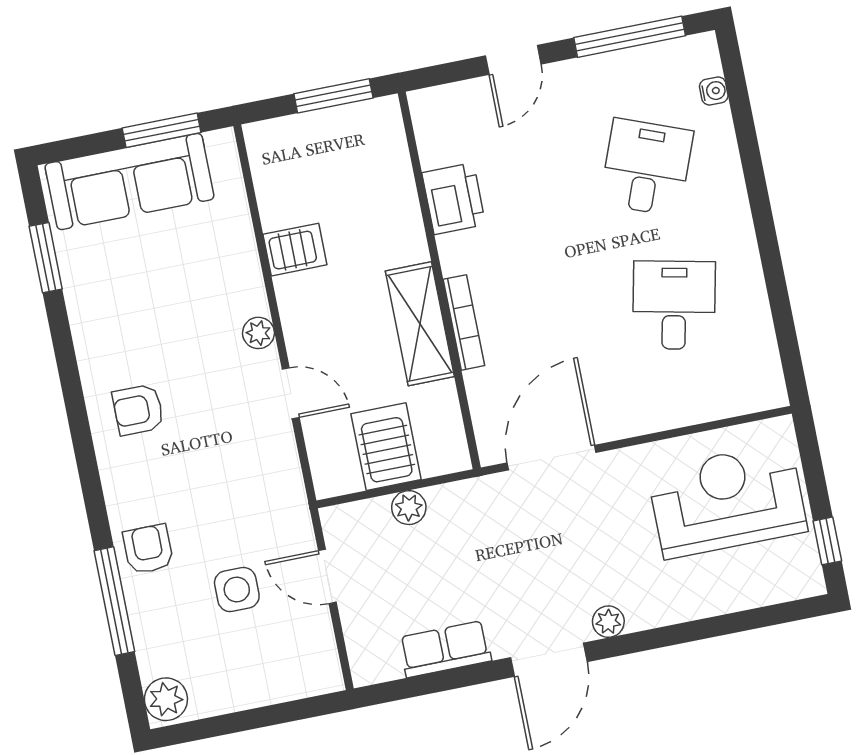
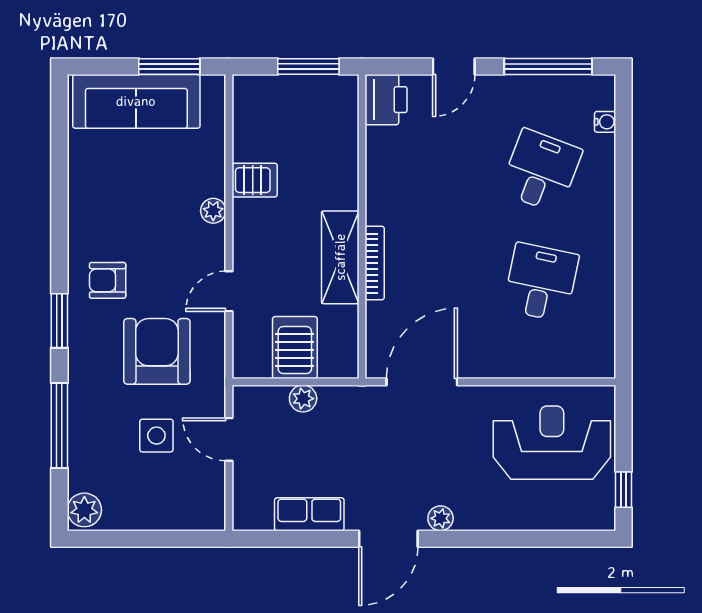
printer: (454, 199) -> (386, 100), moved
window: (46, 258) -> (59, 321), moved
plant: (258, 333) -> (213, 211), moved
door: (291, 393) -> (229, 291), swing flipped
armchair: (148, 549) -> (157, 351), moved, width x1.88, depth x1.88

